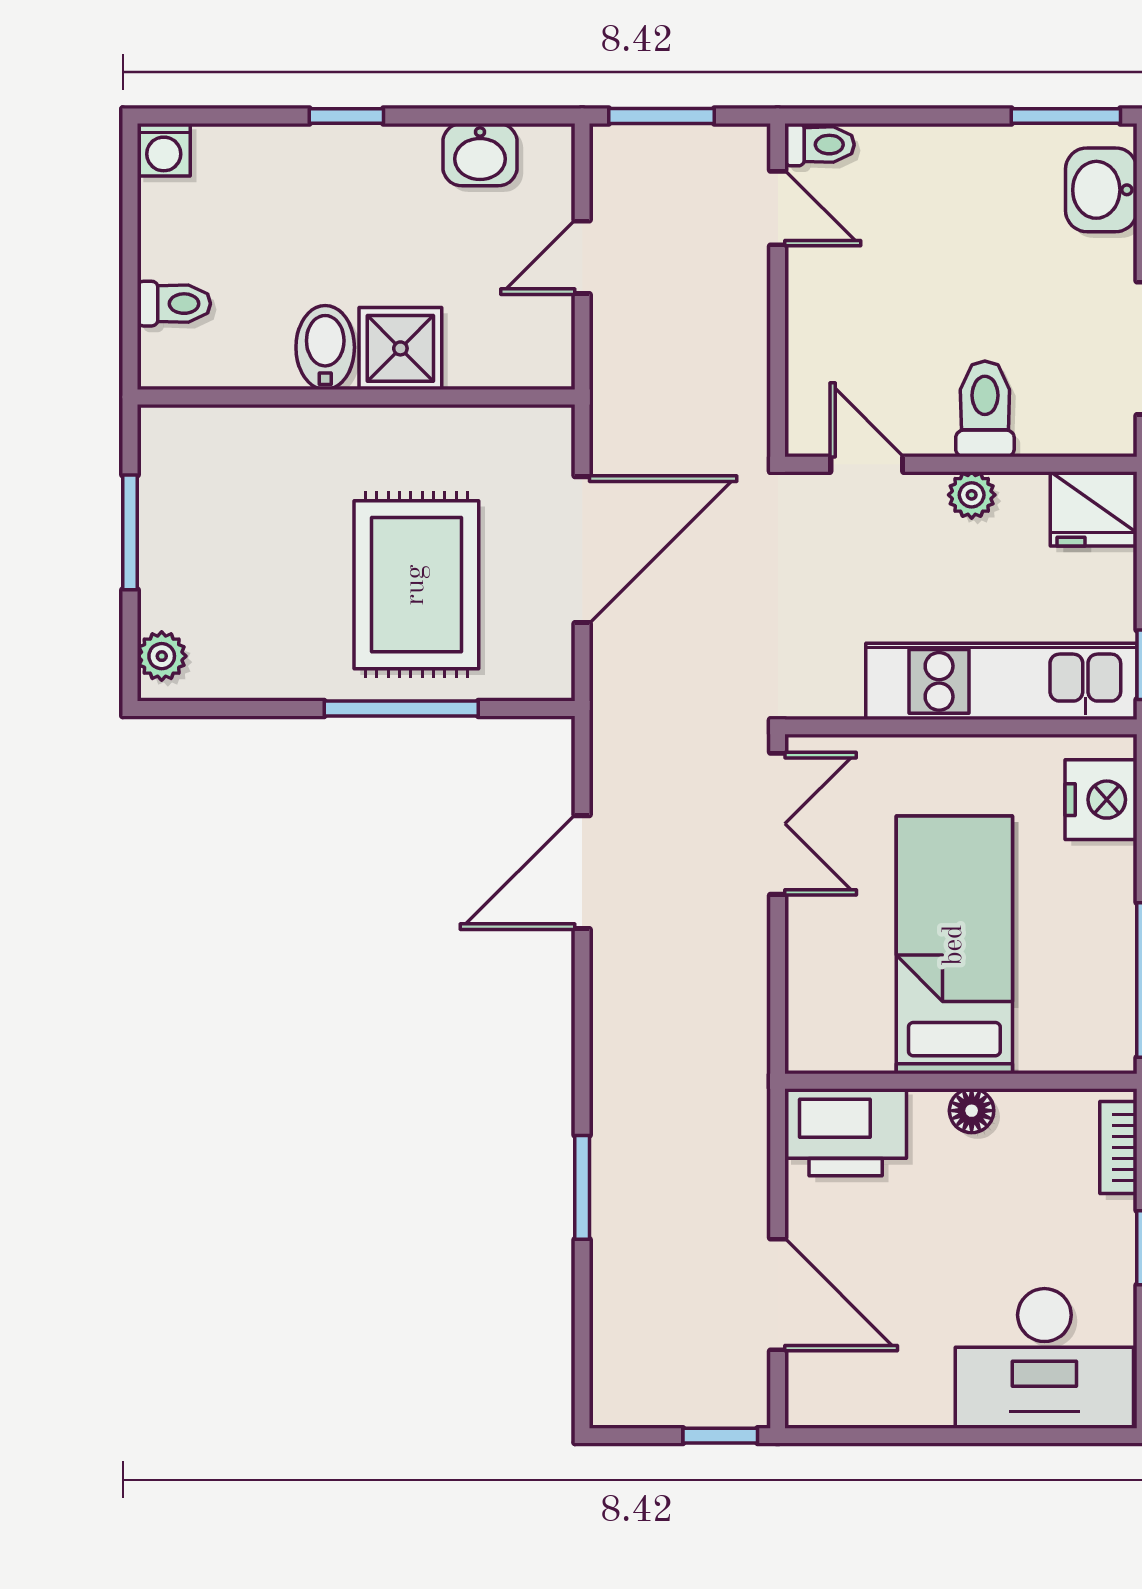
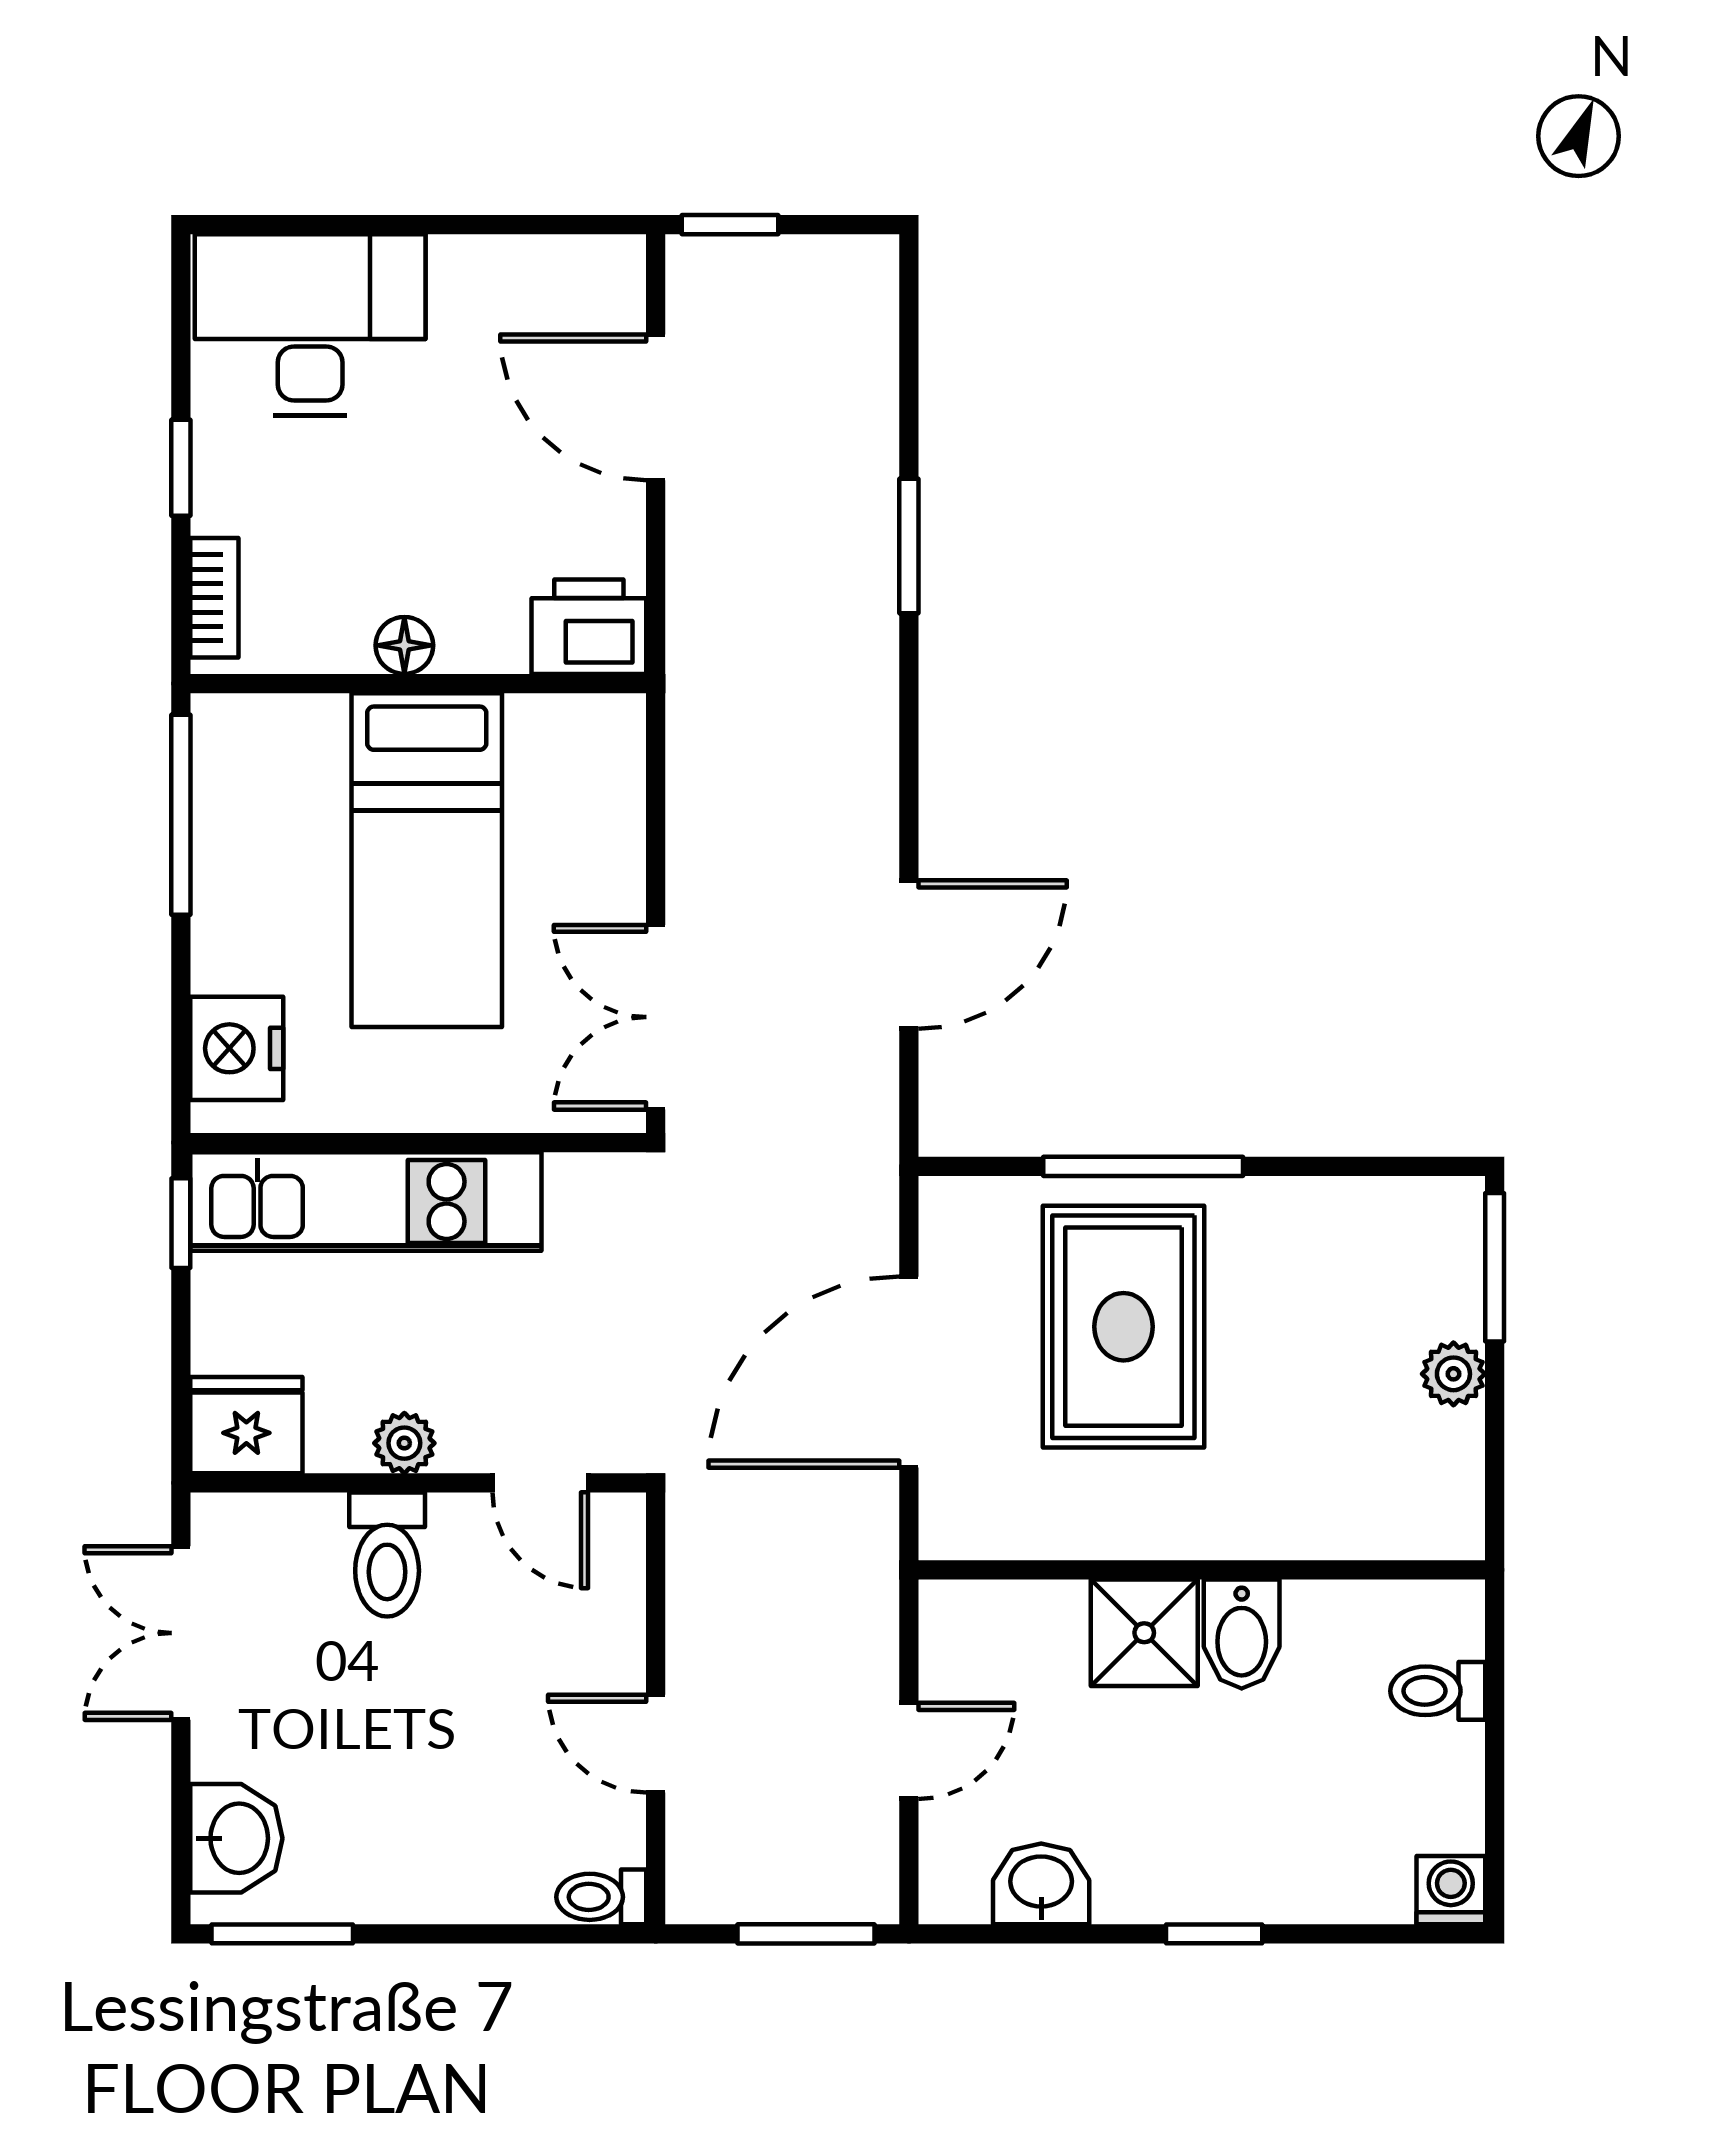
door: (778, 208) -> (656, 1744), moved
window: (130, 532) -> (1495, 1267), moved
plant: (162, 656) -> (1453, 1374), moved
printer: (846, 1132) -> (589, 627), width x0.73, depth x0.84

